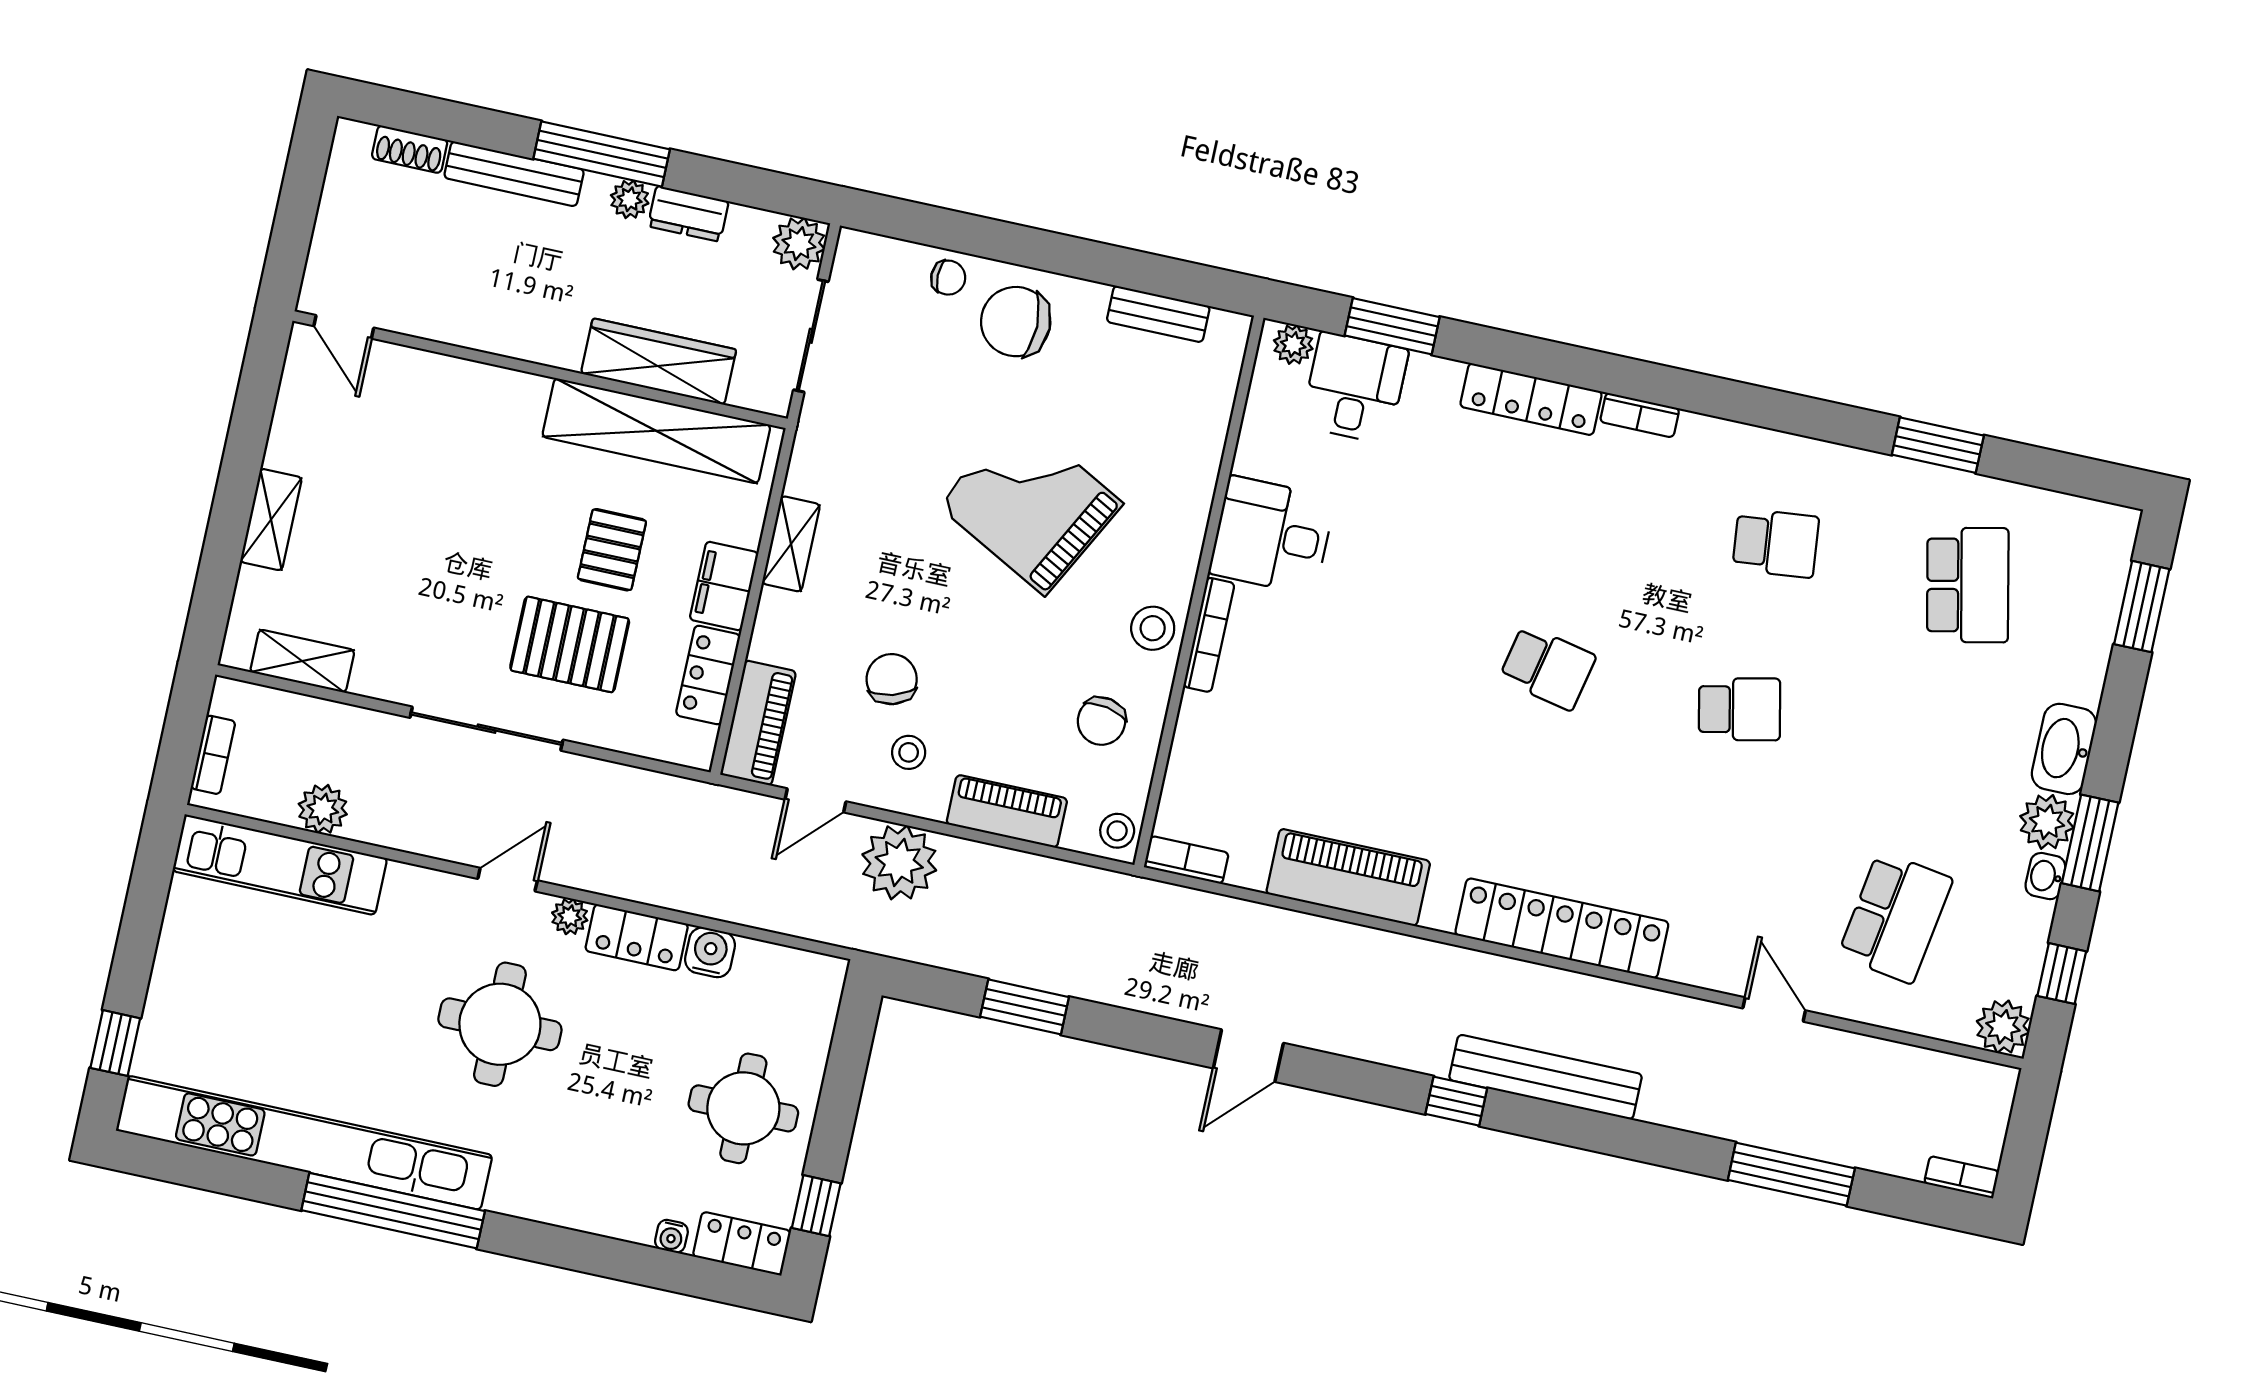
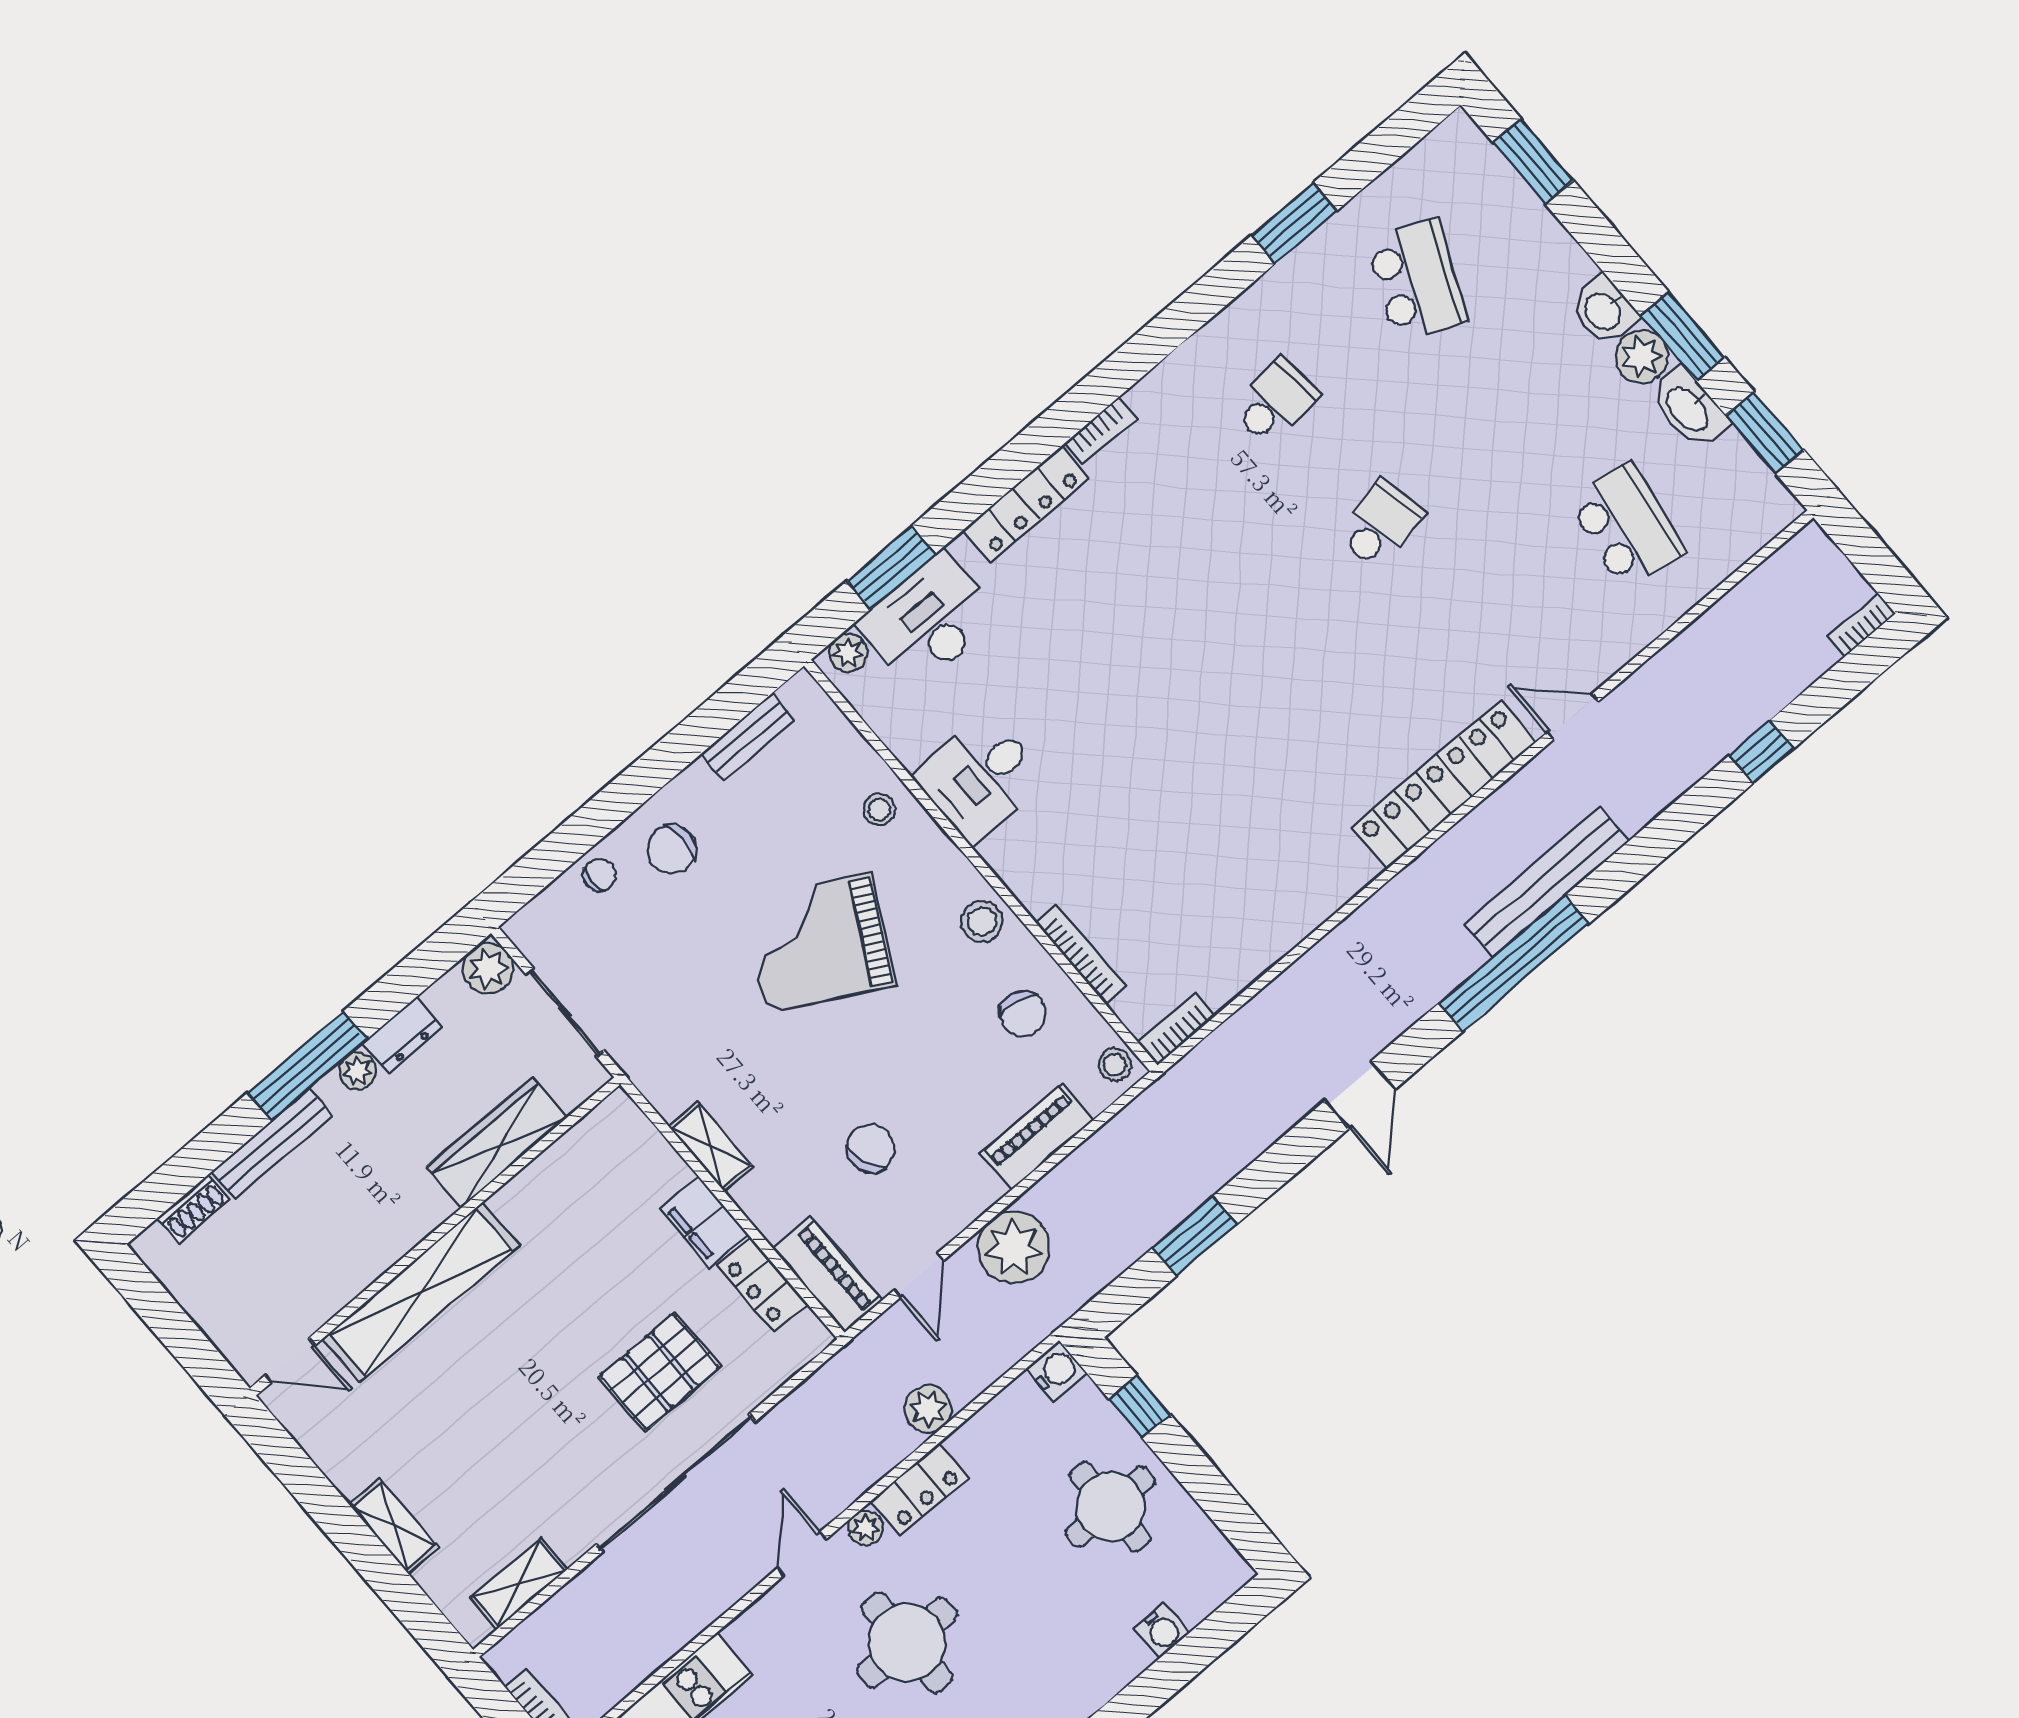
chair: (1016, 322) -> (672, 849), width x0.73, depth x0.73
desk: (1355, 388) -> (928, 621), width x1.37
shelving: (656, 431) -> (421, 1292), moved
pallet: (612, 550) -> (612, 1285), removed
school desk: (1968, 585) -> (1417, 281), turned 36
bookcase: (1209, 635) -> (1081, 955), moved
school desk: (1548, 667) -> (1238, 646), removed
chair: (892, 679) -> (871, 1148), turned 85
sliding door: (487, 729) -> (676, 1483), width x1.36
washbasin: (2064, 749) -> (1604, 311), width x0.72
stool: (909, 752) -> (879, 809), moved
plant: (323, 809) -> (928, 1409), moved
washbasin: (2045, 876) -> (1688, 408), width x1.91, depth x1.45
piano: (1348, 877) -> (1283, 917), removed
water cooler: (710, 952) -> (1056, 1371), moved, turned 90
window: (2062, 974) -> (1765, 433), width x1.50
door: (1774, 1009) -> (1573, 717), moved
plant: (2003, 1027) -> (1771, 507), removed
window: (1456, 1101) -> (1514, 963), width x3.17
window: (1791, 1174) -> (1761, 752), width x0.46
window: (816, 1206) -> (1140, 1407), moved
water cooler: (671, 1236) -> (1162, 1630), width x1.38, depth x1.38
locker: (742, 1244) -> (1212, 1585), removed

